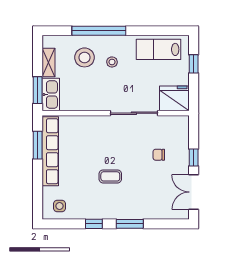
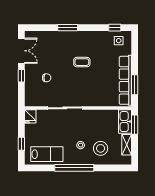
window: (99, 31) -> (74, 168), moved
fridge: (174, 98) -> (30, 116), width x0.53, depth x0.75
window: (94, 224) -> (115, 28), moved

